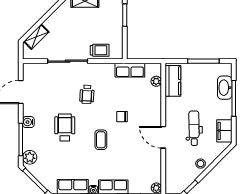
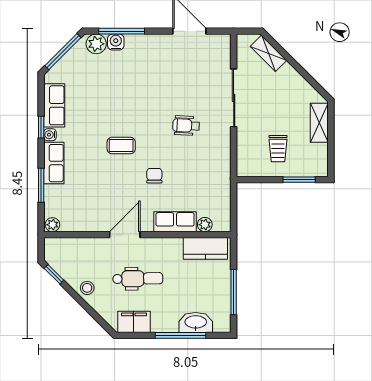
trolley: (100, 50) -> (278, 149), moved
row of seats: (130, 70) -> (175, 222), moved, turned 90
water cooler: (28, 122) -> (116, 42), moved
wheelchair: (65, 127) -> (139, 94), removed

